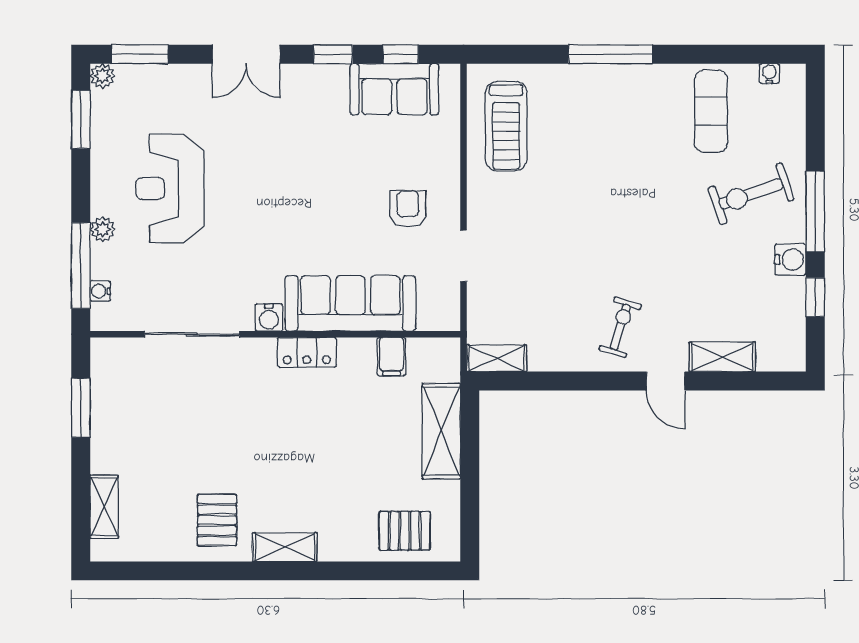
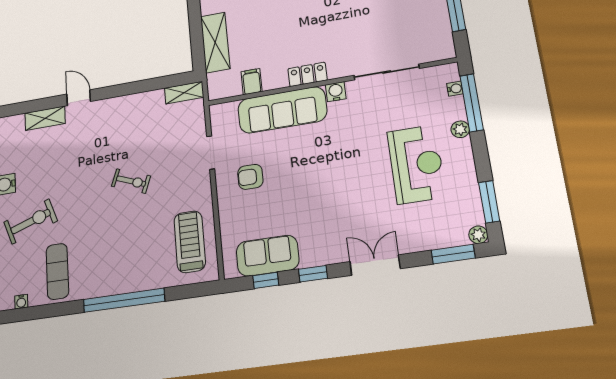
window: (611, 54) -> (124, 300), width x1.46
armchair: (408, 209) -> (250, 177), turned 90
exercise bike: (620, 327) -> (131, 181), moved, turned -86

